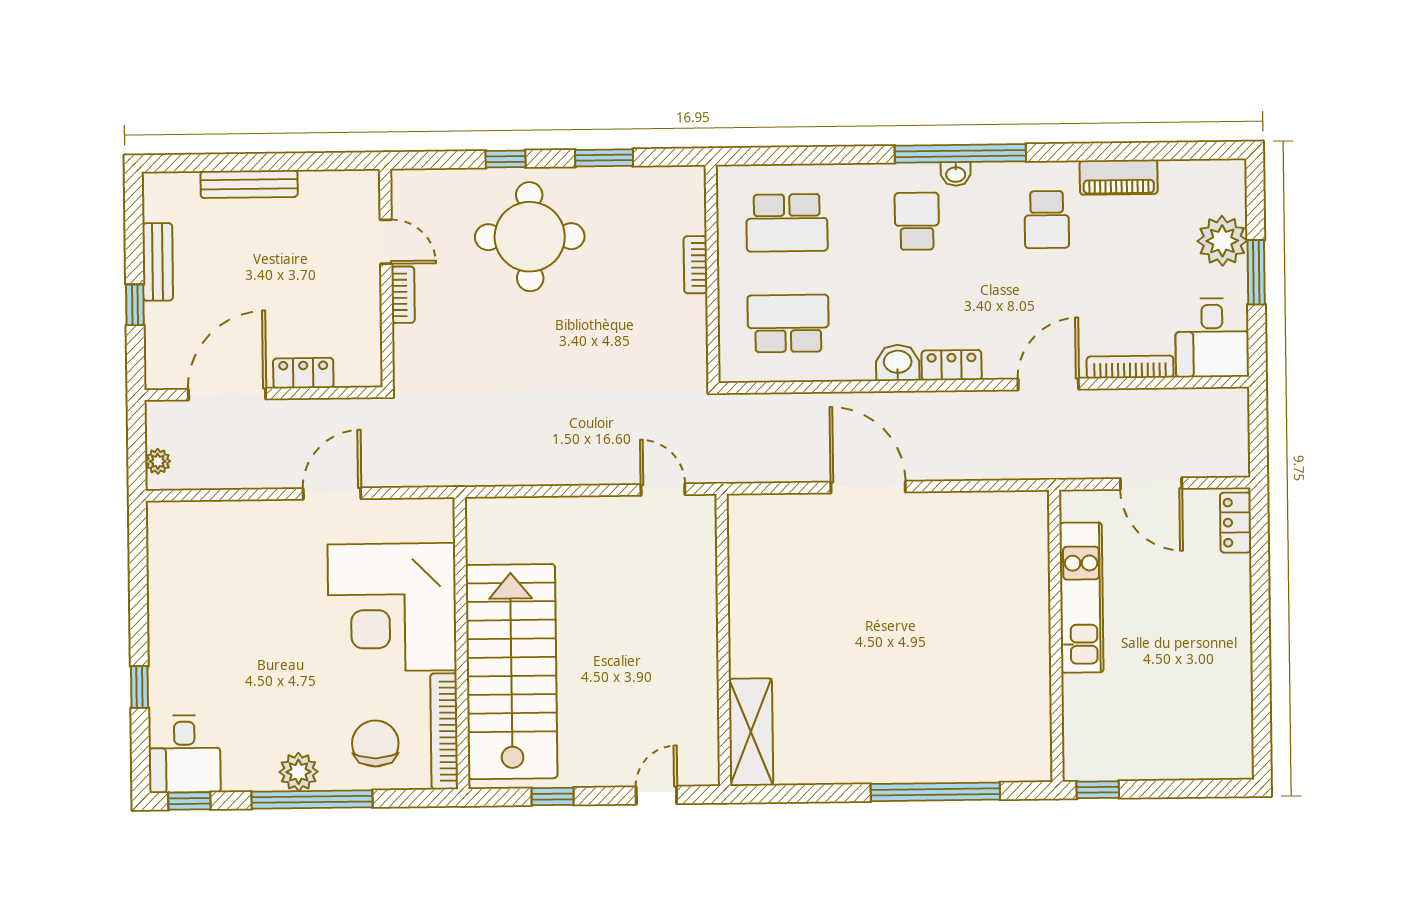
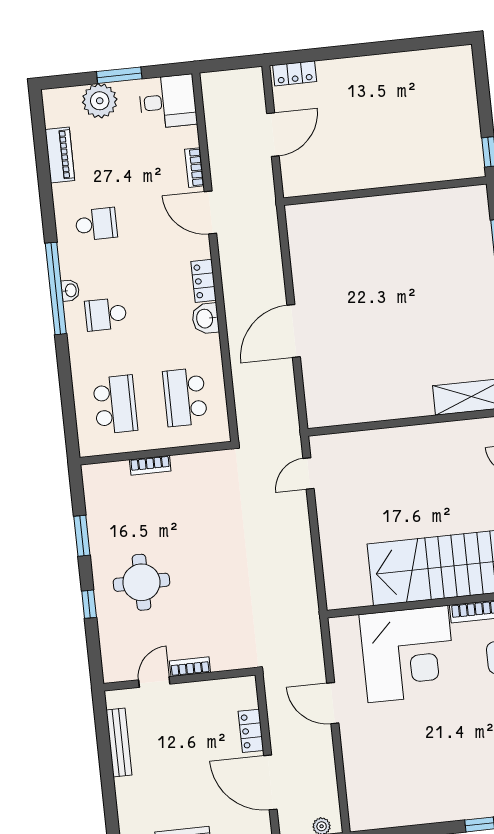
piano: (1119, 177) -> (60, 155), moved
bench: (249, 184) -> (119, 742), moved
round table: (530, 237) -> (141, 582), width x0.73, depth x0.73
bookcase: (1130, 367) -> (194, 168), width x0.64
kitchen unit: (1081, 598) -> (357, 176), removed

